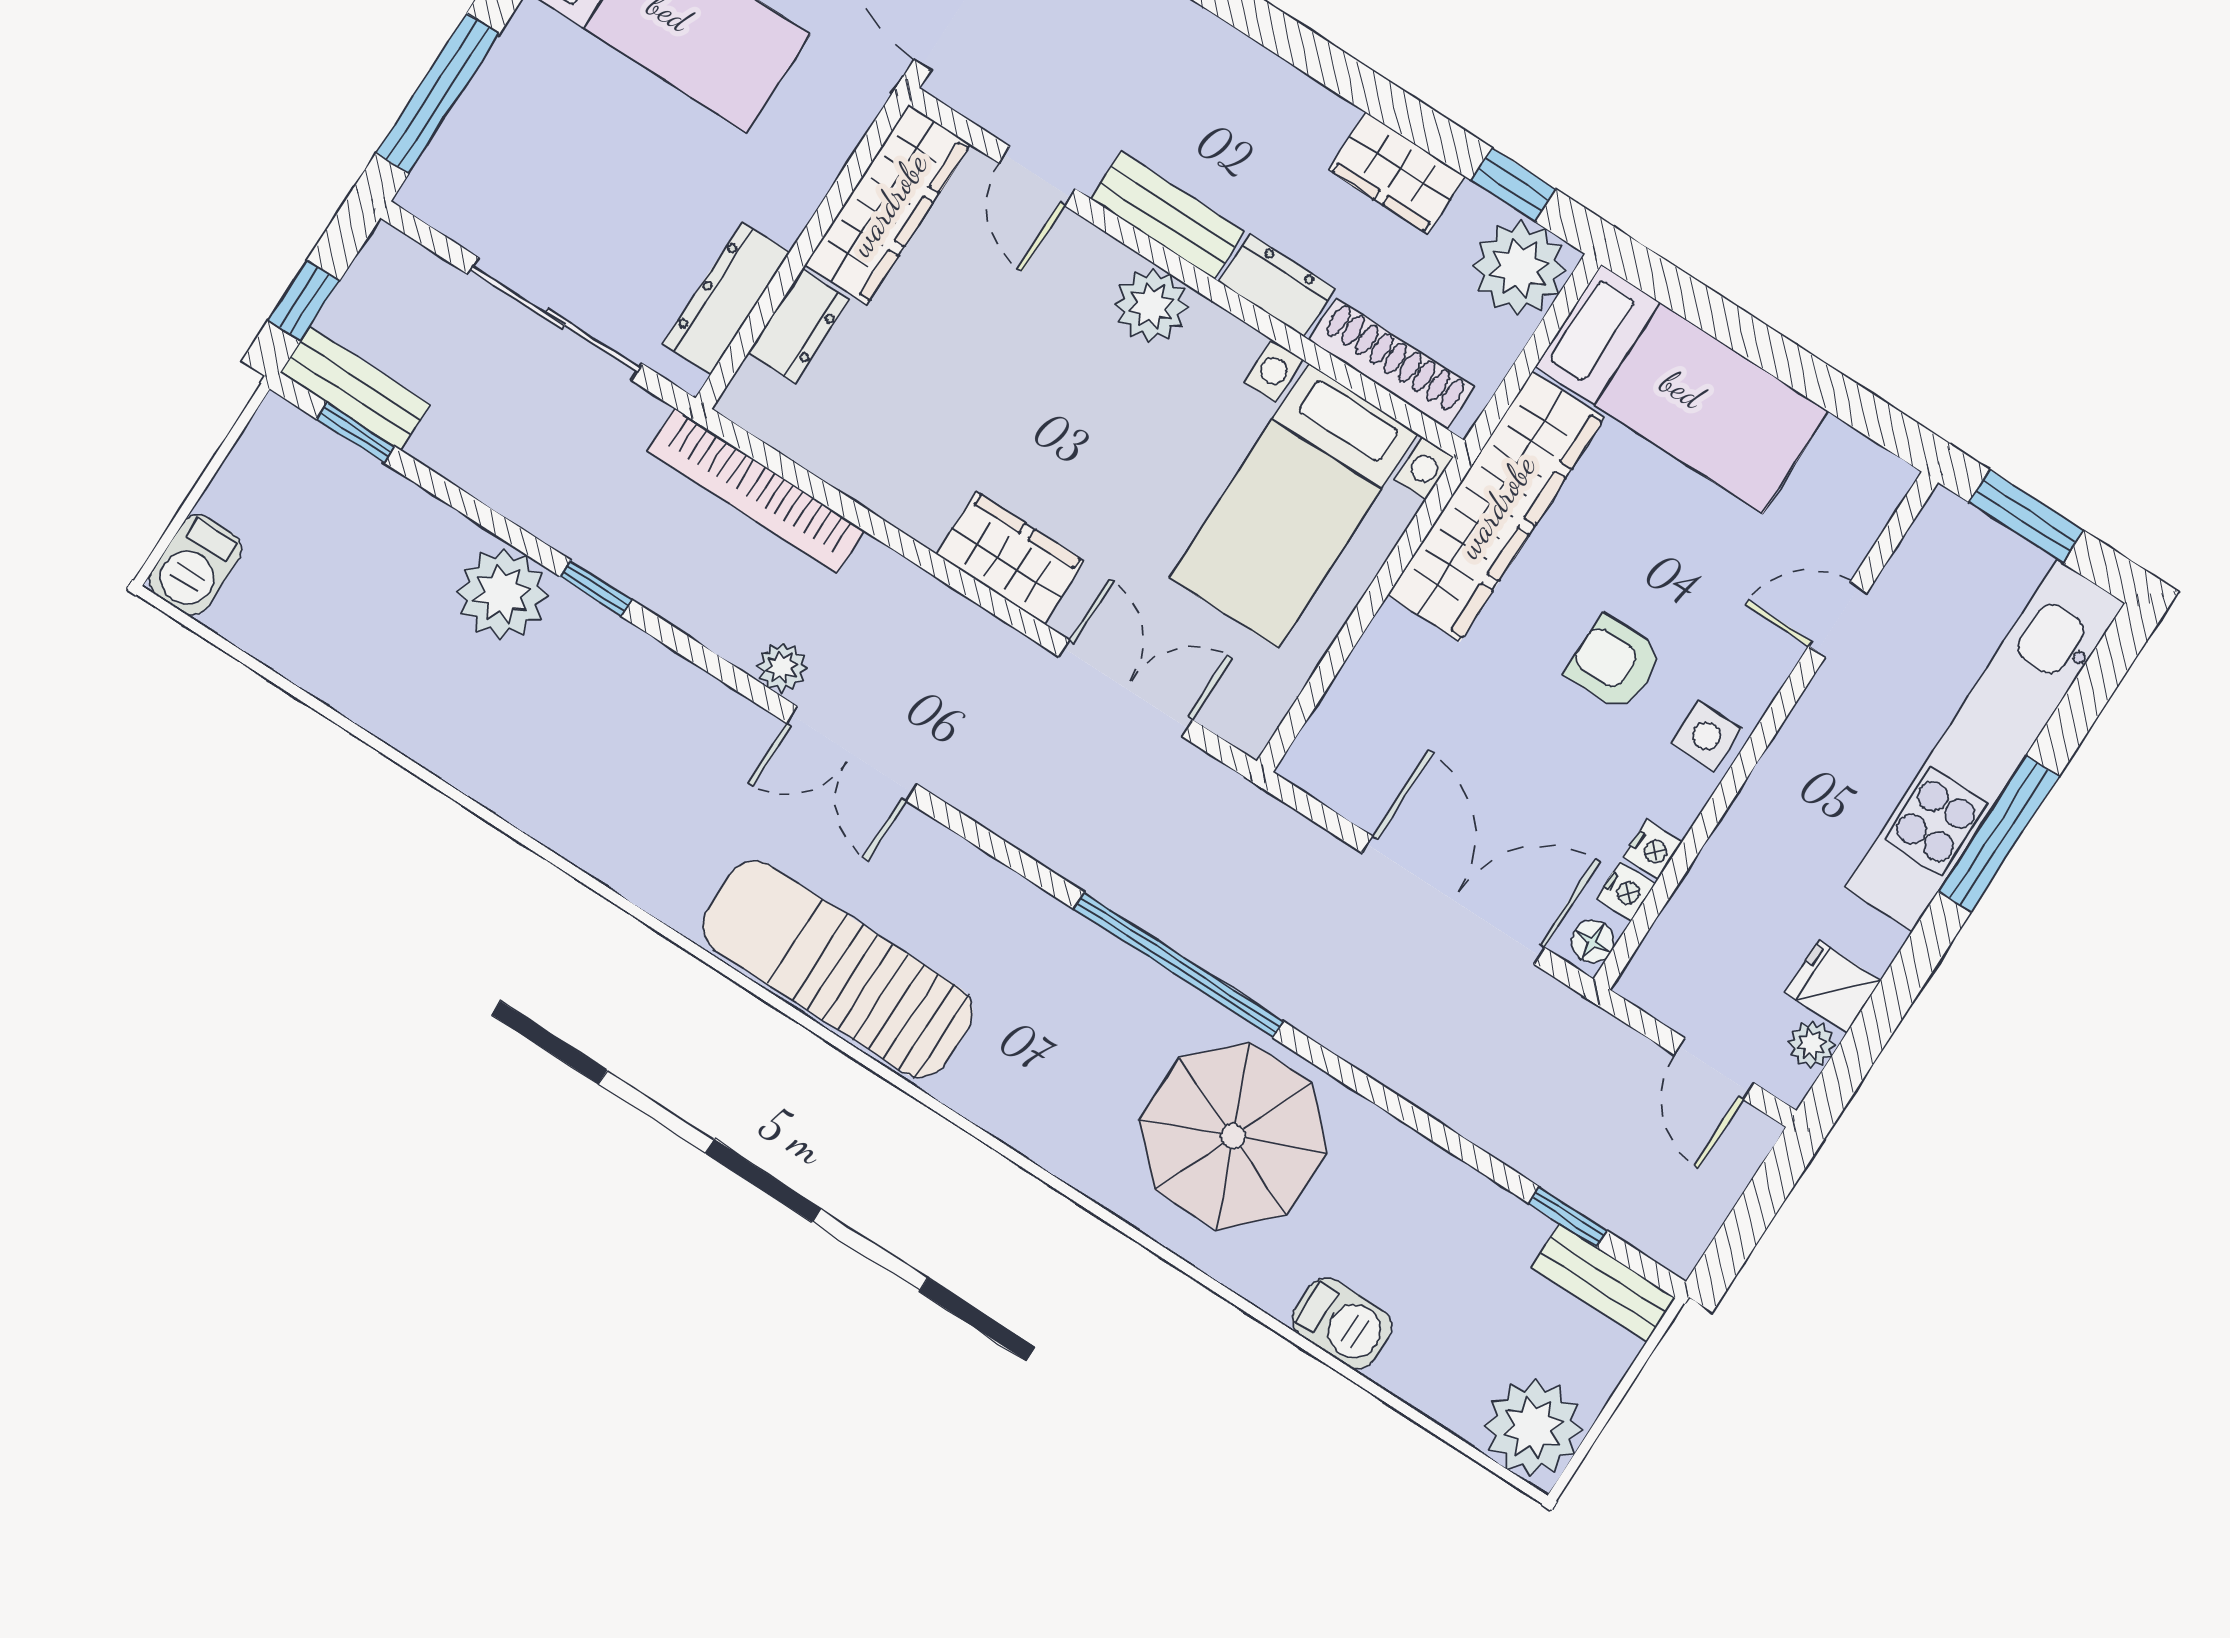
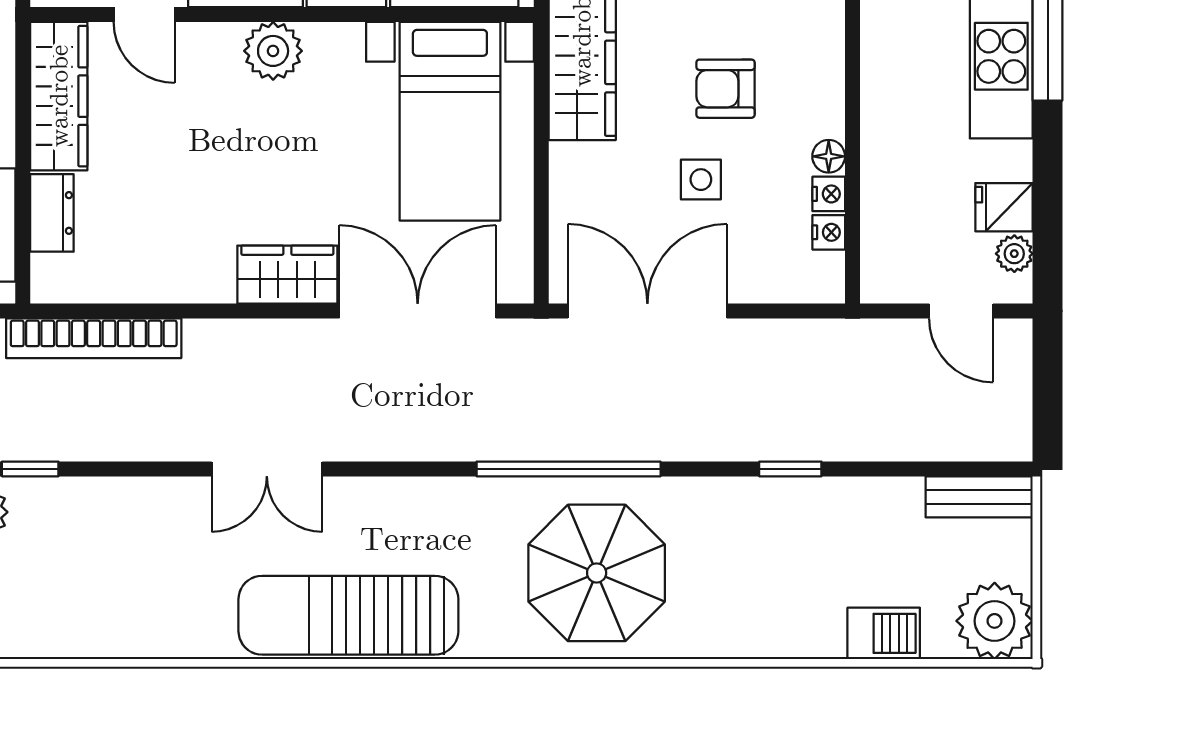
plant: (782, 667) -> (185, 442), removed
double door: (1126, 688) -> (418, 311), width x1.37
side table: (1706, 736) -> (701, 180), moved
double door: (1453, 900) -> (647, 311), moved
floor lamp: (1593, 941) -> (829, 156), moved
parasol: (1233, 1136) -> (597, 573), moved
window: (1568, 1217) -> (790, 469), moved
barbecue: (1342, 1323) -> (884, 633), moved

